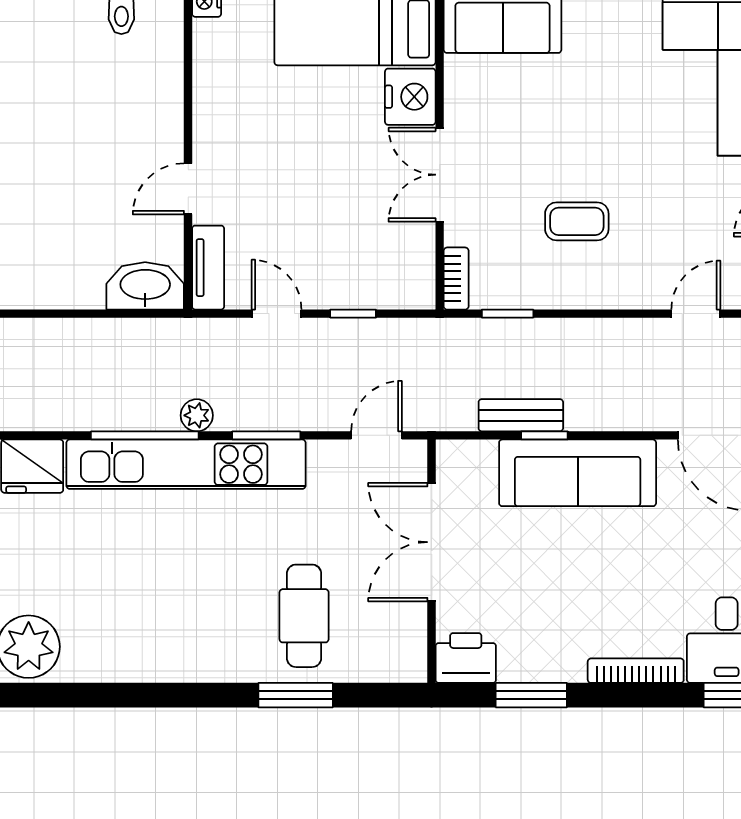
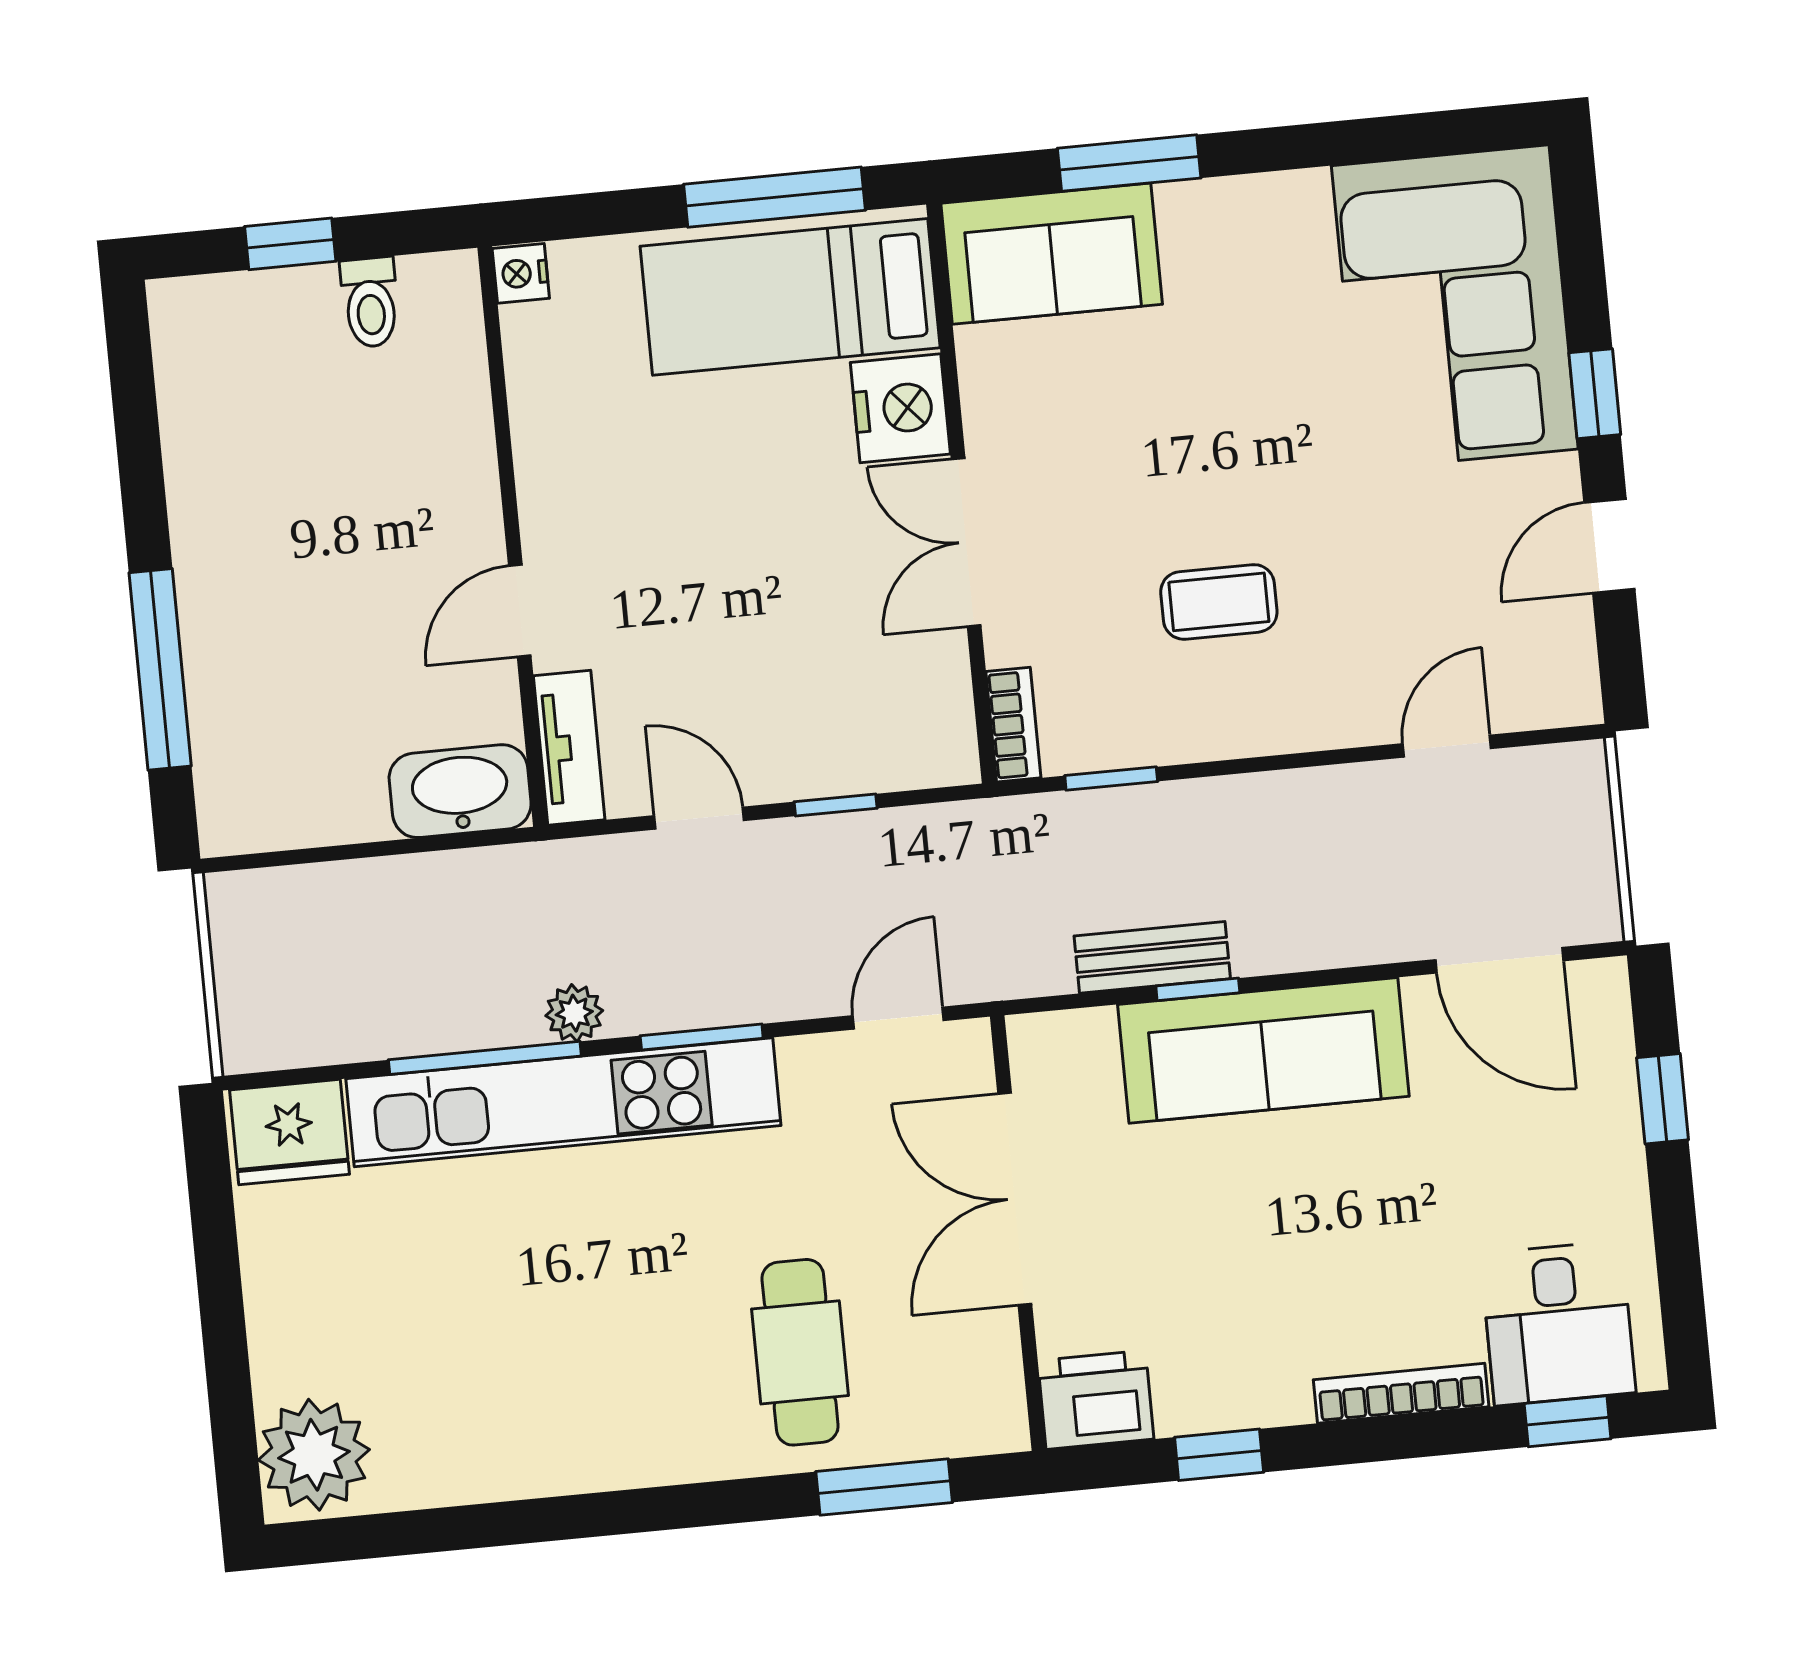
window: (296, 695) -> (884, 1487), moved
window: (531, 695) -> (1219, 1455), width x0.67

